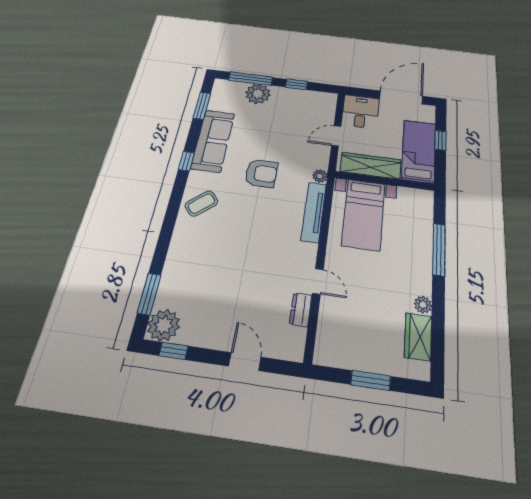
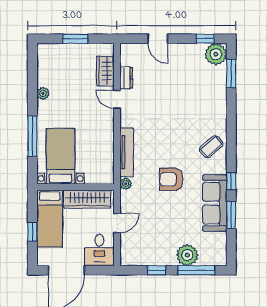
window: (202, 106) -> (231, 215), moved
bed with nightstands: (364, 214) -> (61, 156), moved
wardrobe: (418, 337) -> (105, 71), moved, turned 180

